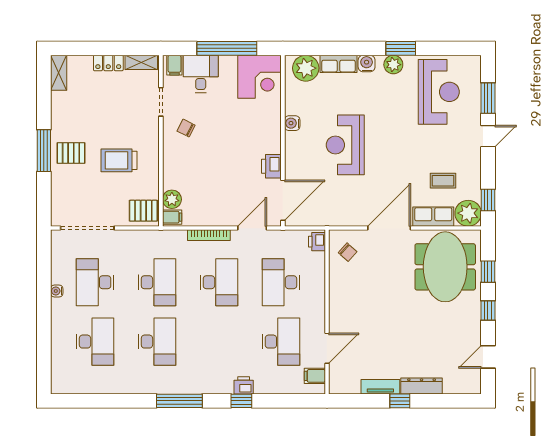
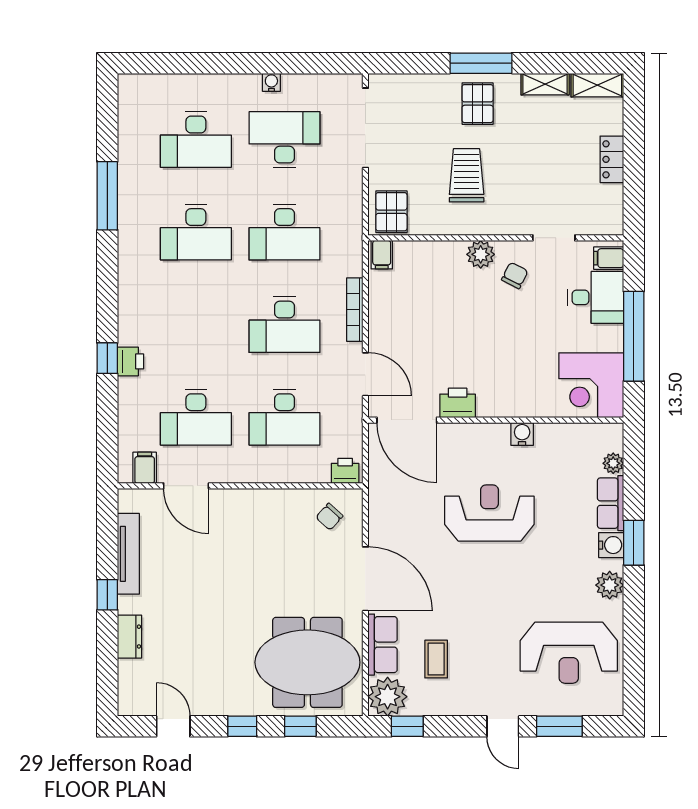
window: (401, 48) -> (634, 543), moved
shelving: (141, 62) -> (545, 84), moved, turned 90
plant: (306, 68) -> (613, 463), width x0.53, depth x0.53
plant: (172, 199) -> (481, 254), moved
desk: (281, 282) -> (284, 417), turned 180
dresser: (422, 386) -> (129, 637), width x0.70
tv unit: (380, 387) -> (128, 554), width x1.41
window: (179, 401) -> (107, 196), moved

